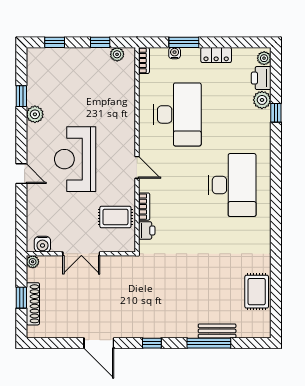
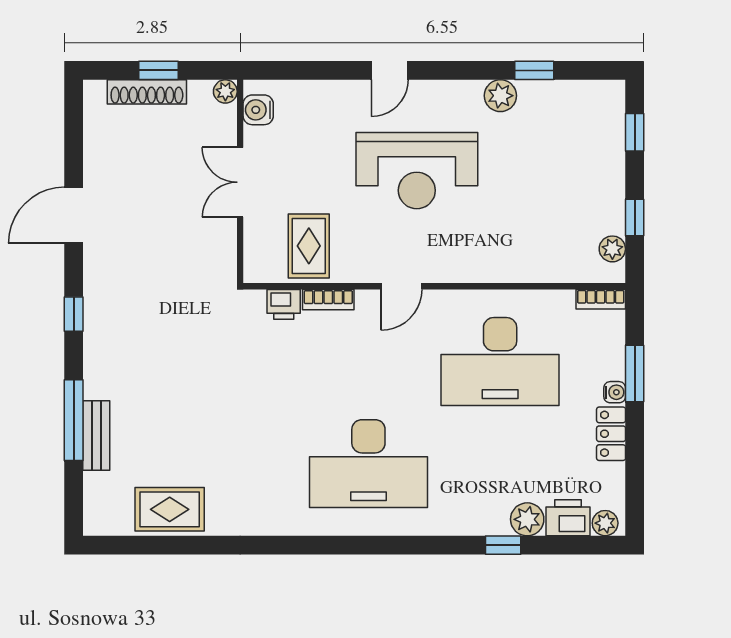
water cooler: (175, 53) -> (615, 392), moved
reception desk: (75, 159) -> (417, 171), turned 180

